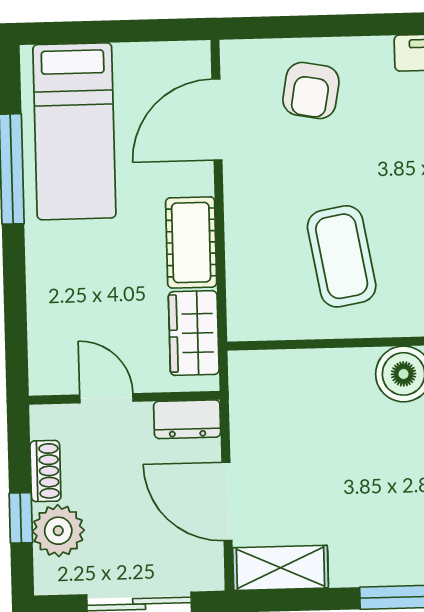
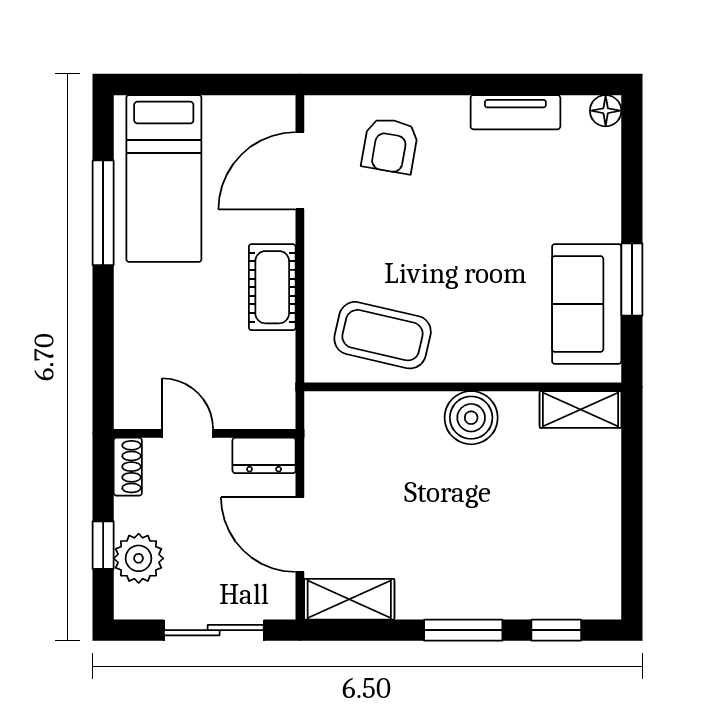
coffee table: (342, 256) -> (383, 335), moved, turned -67
wardrobe: (194, 333) -> (272, 374), removed
shoe rack: (45, 471) -> (128, 467), moved

